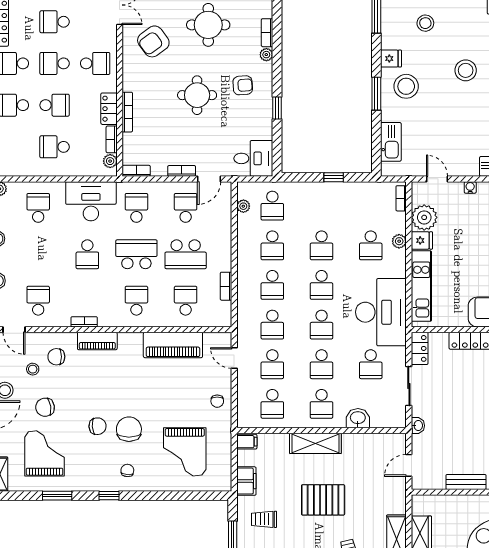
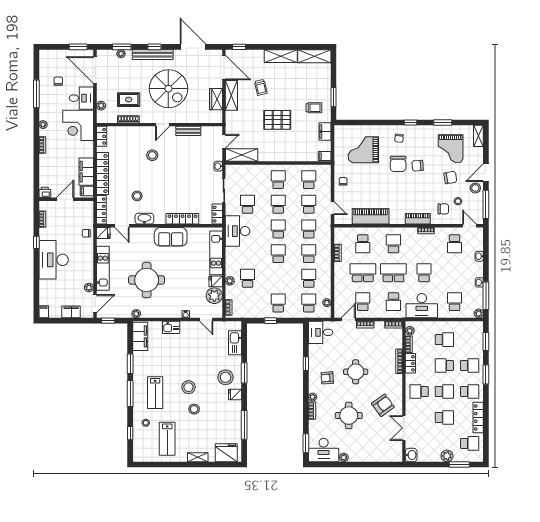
stool: (425, 23) -> (194, 409), moved
school desk: (38, 208) -> (455, 302), turned 180
school desk: (186, 208) -> (363, 302), turned 180
school desk: (322, 245) -> (278, 303), moved
school desk: (136, 254) -> (393, 273), turned 180
school desk: (136, 301) -> (393, 244), turned 180
desk: (381, 312) -> (238, 231), width x0.73, depth x0.77
washbasin: (358, 418) -> (256, 171), removed
shelving: (315, 443) -> (242, 155), moved
grand piano: (185, 452) -> (363, 150), turned -90

